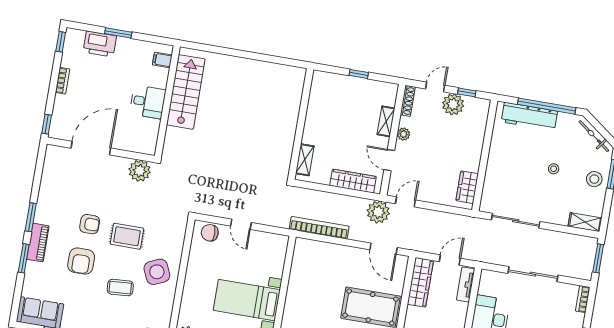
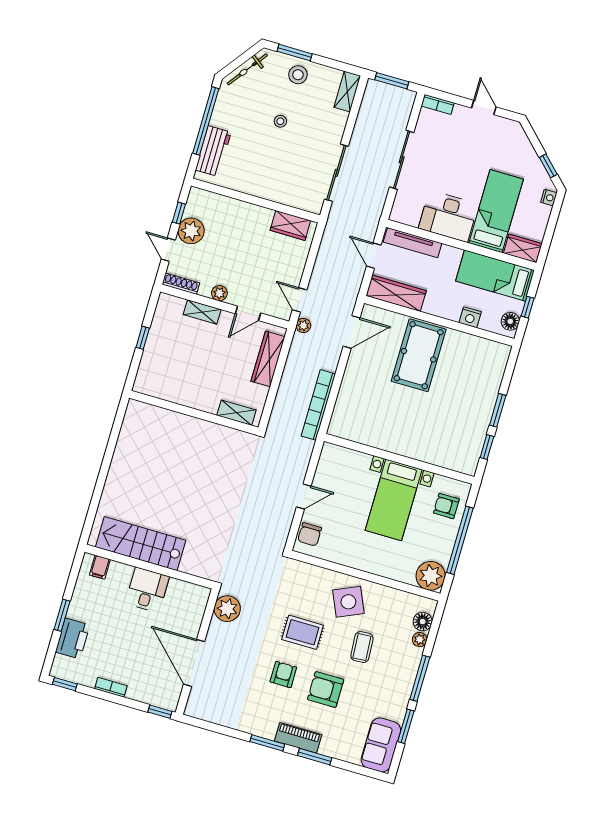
workbench: (529, 117) -> (213, 151), width x0.73
plant: (378, 212) -> (303, 326), width x0.53, depth x0.53
rug: (127, 236) -> (303, 632), turned 90
armchair: (81, 261) -> (326, 690), turned 180
tv unit: (466, 284) -> (413, 243), width x1.41

